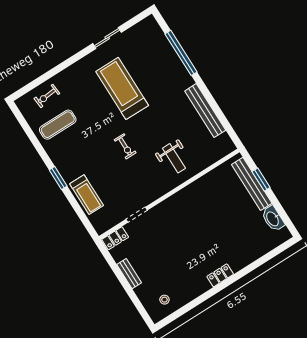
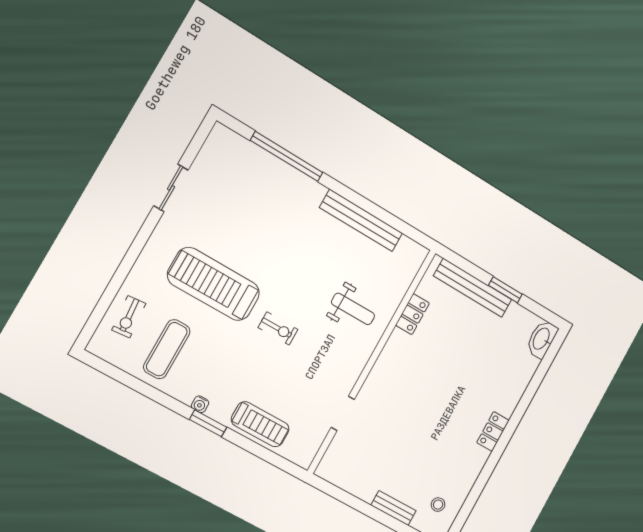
treadmill: (122, 88) -> (214, 284), moved
water cooler: (59, 165) -> (200, 404), added
window: (261, 179) -> (505, 290), moved
washbasin: (273, 219) -> (542, 339), moved, turned 90
locker: (115, 238) -> (413, 314), moved
bench: (129, 274) -> (393, 508), moved

